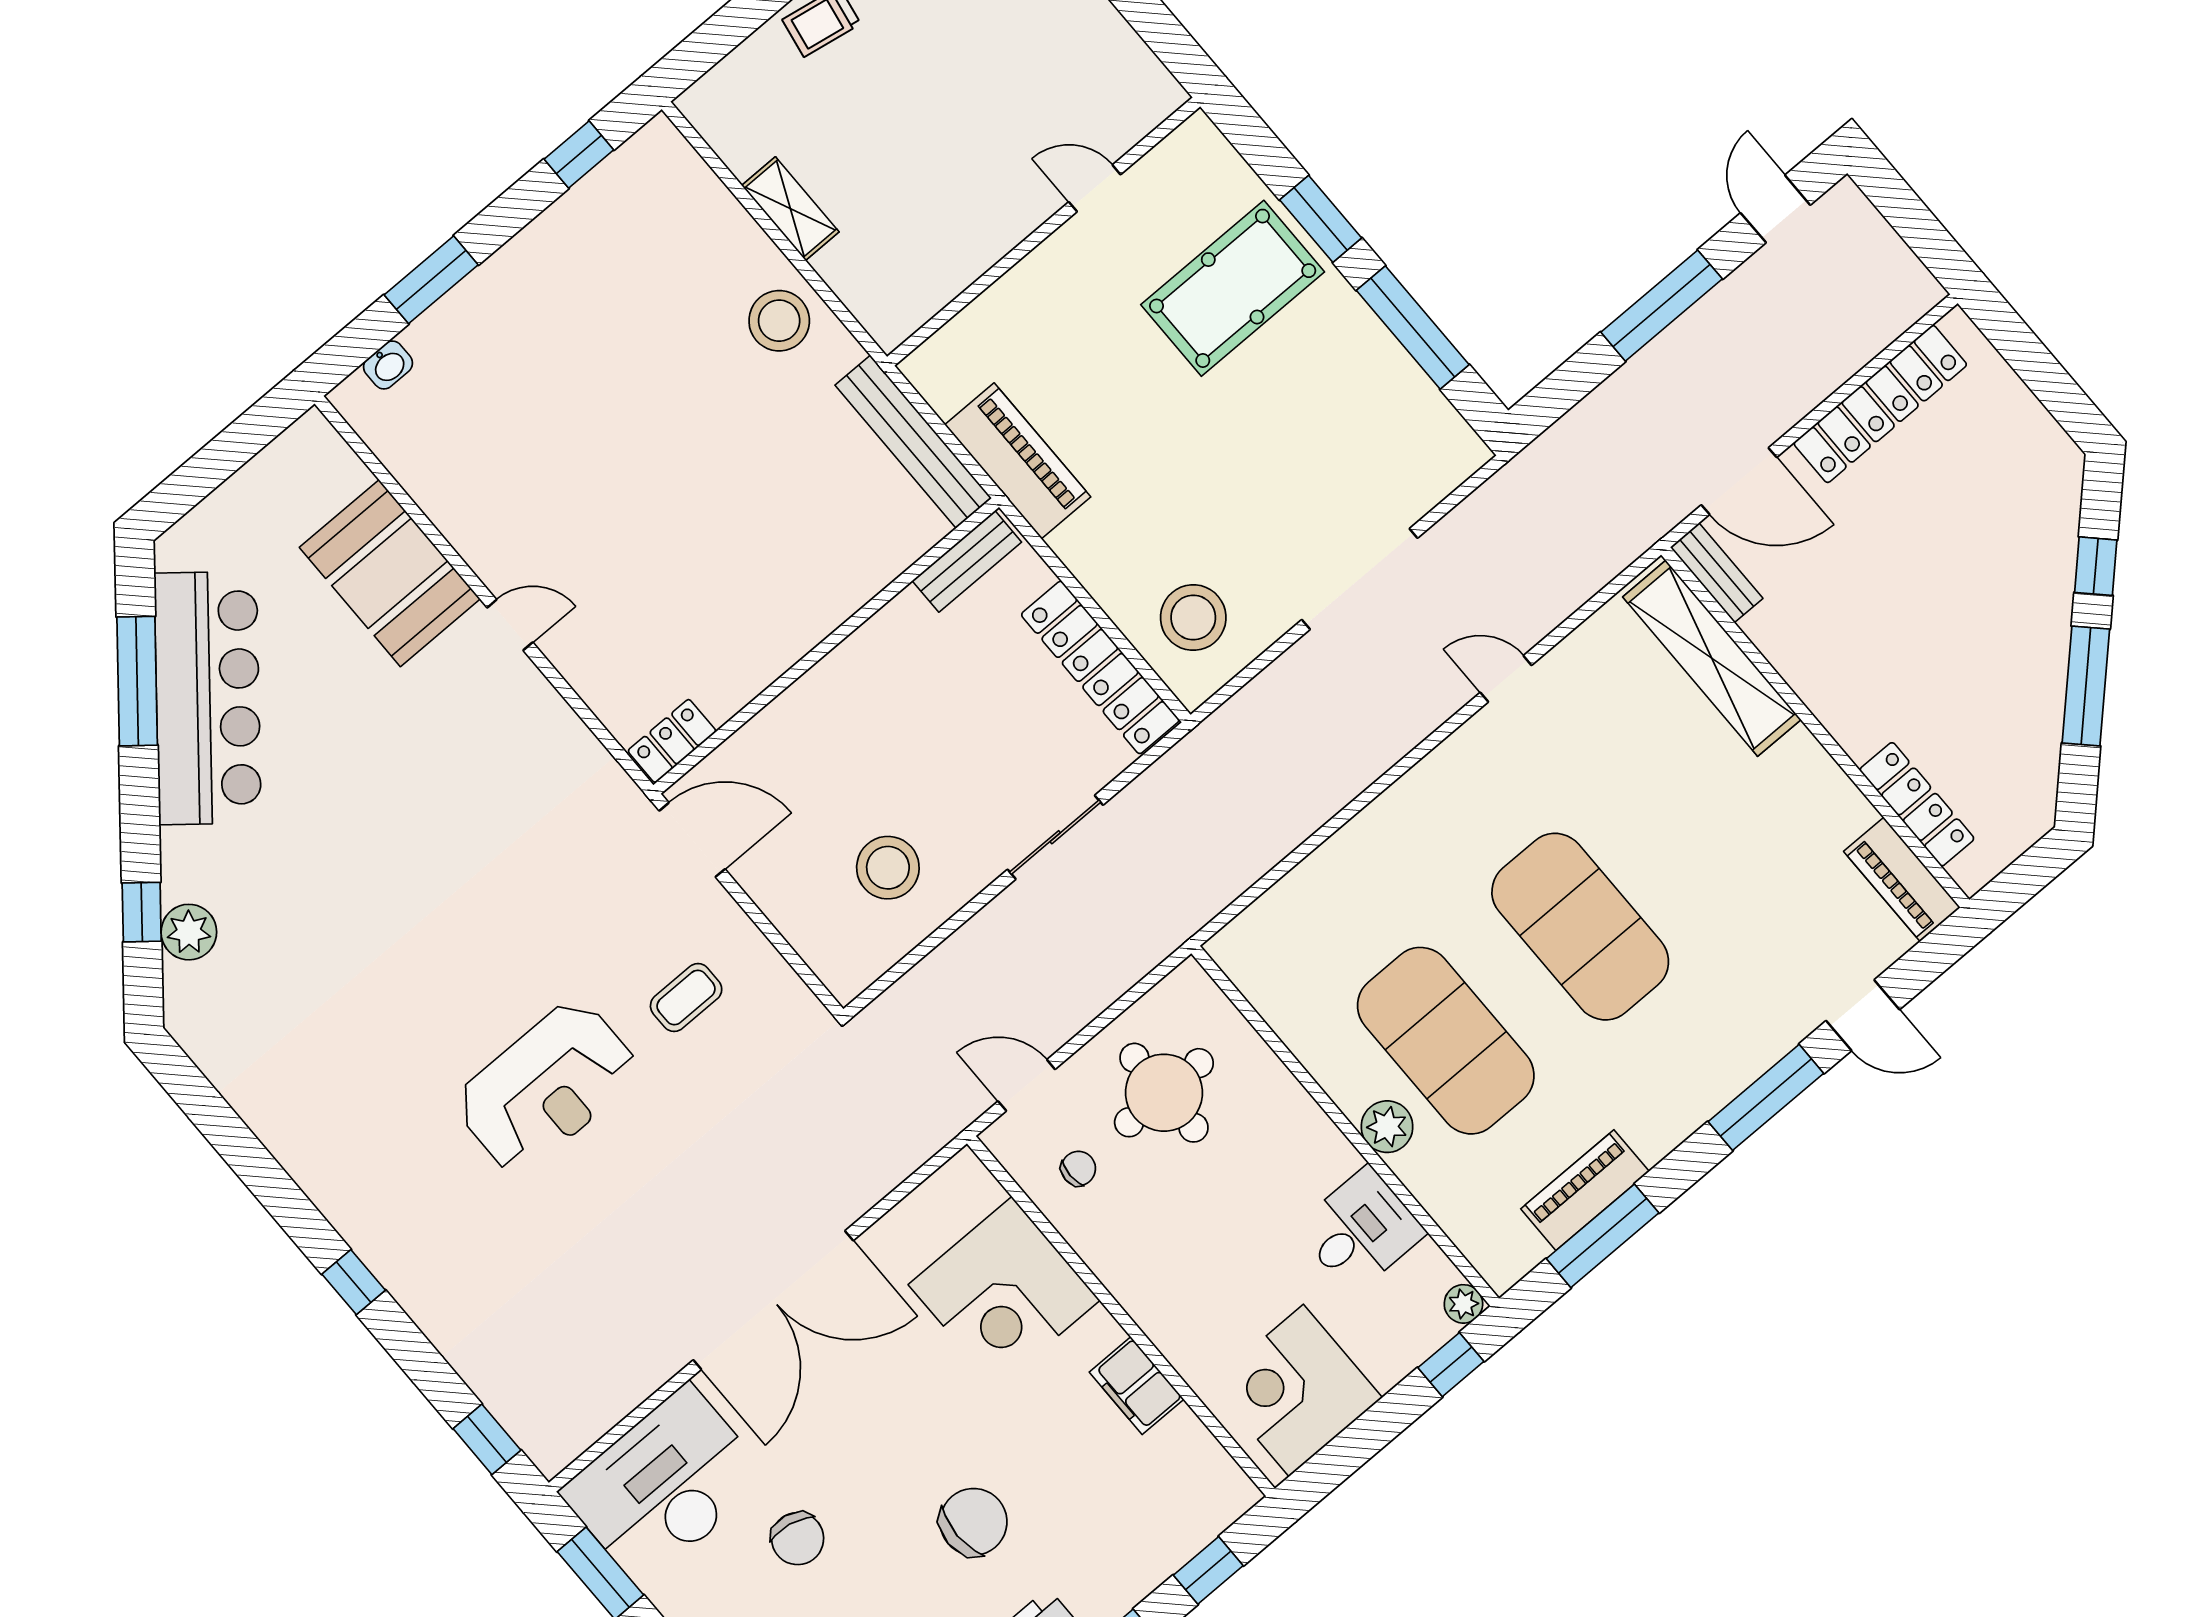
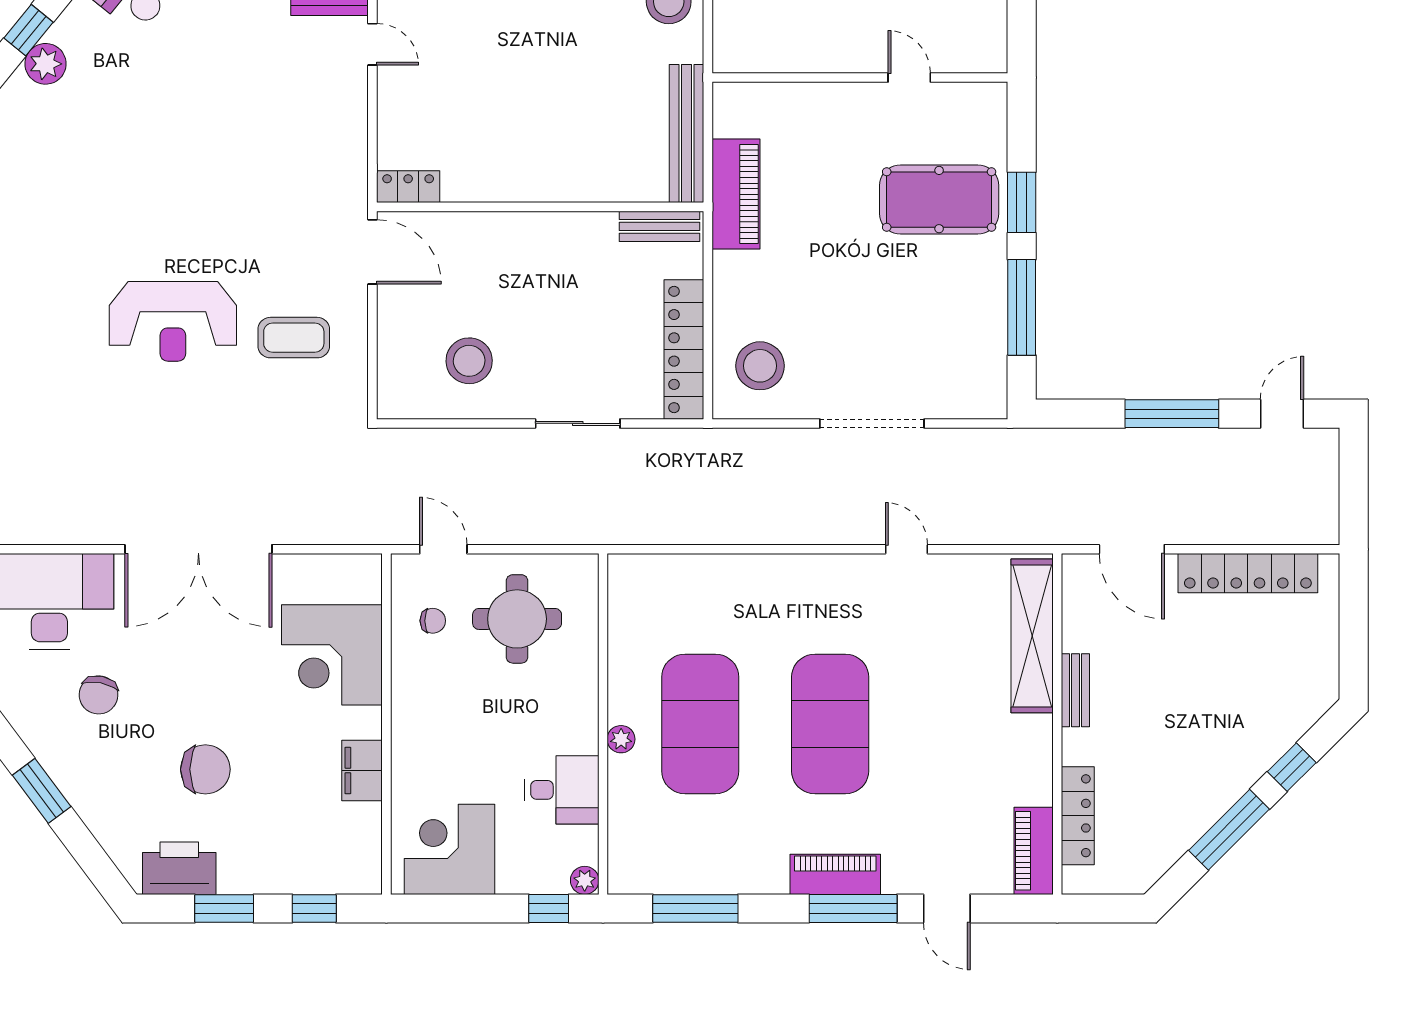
bench: (1716, 573) -> (1075, 690), moved
coffee table: (686, 998) -> (294, 338), width x1.36, depth x1.30
plant: (1387, 1127) -> (621, 739), width x0.73, depth x0.73
piano: (1585, 1190) -> (835, 874), moved

